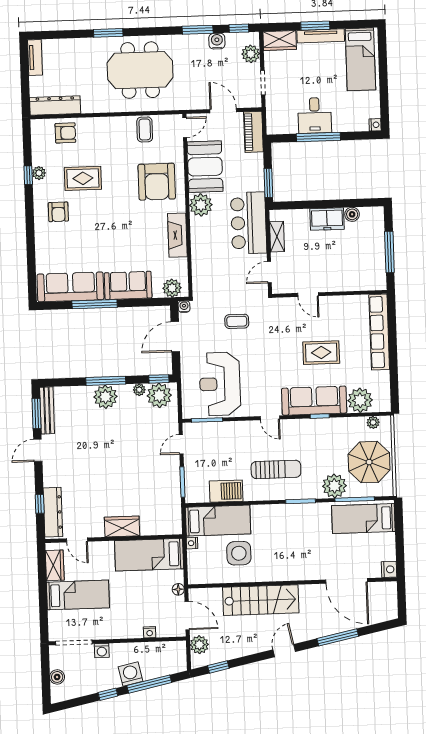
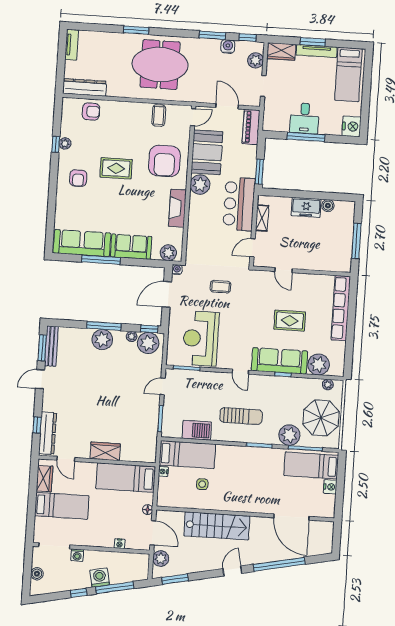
nightstand: (375, 125) -> (352, 126), width x1.89, depth x1.79
rug: (83, 178) -> (116, 168), moved
side table: (239, 553) -> (202, 484), width x0.54, depth x0.54
nightstand: (389, 569) -> (330, 487), moved
window: (338, 637) -> (279, 564), width x1.46
window: (218, 667) -> (175, 579), width x1.50

